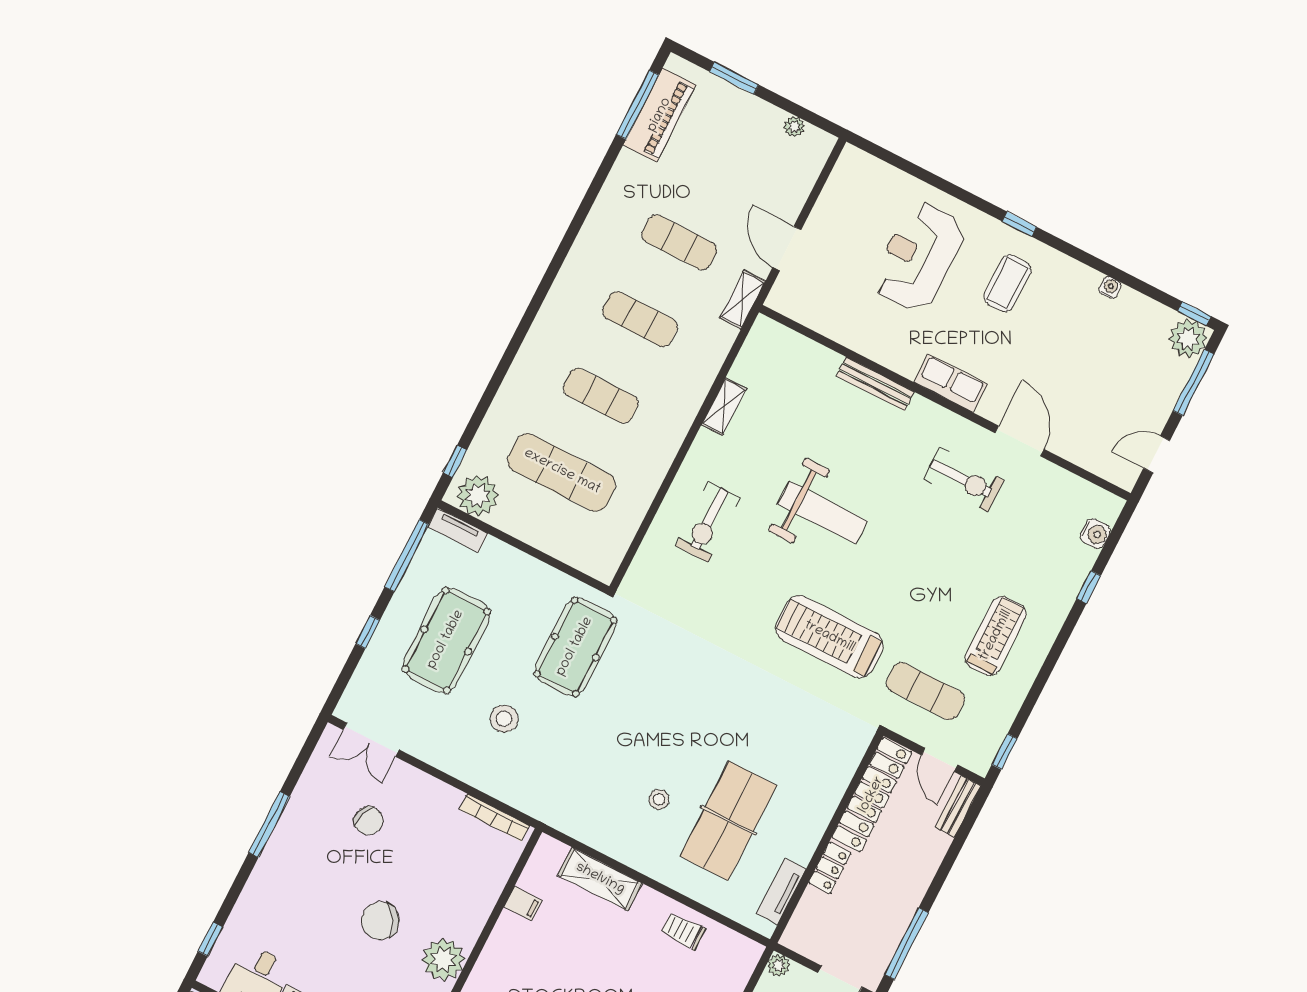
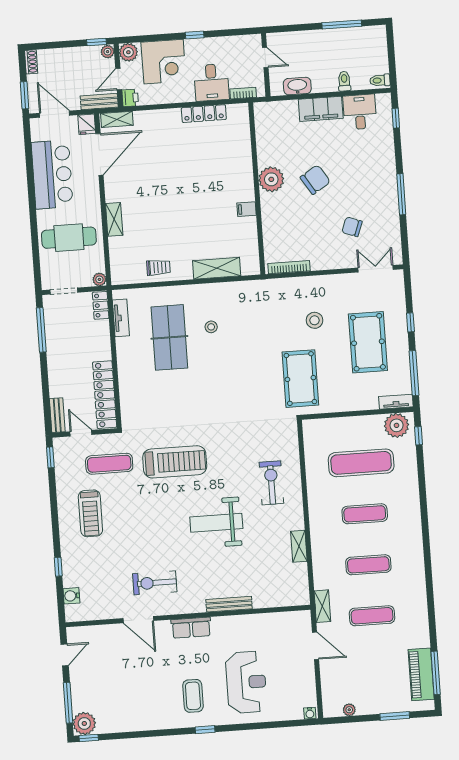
water cooler: (1110, 287) -> (310, 713), moved
locker: (830, 868) -> (101, 305), moved
filing cabinet: (523, 903) -> (246, 209), moved

